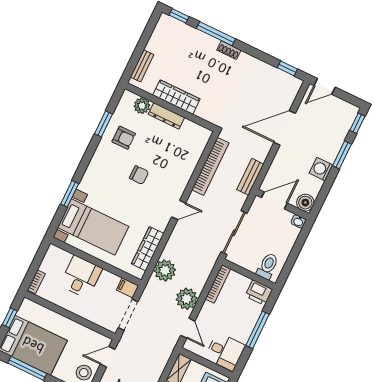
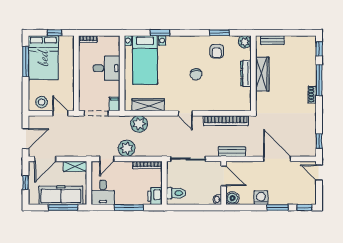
plant: (142, 106) -> (245, 42), moved

